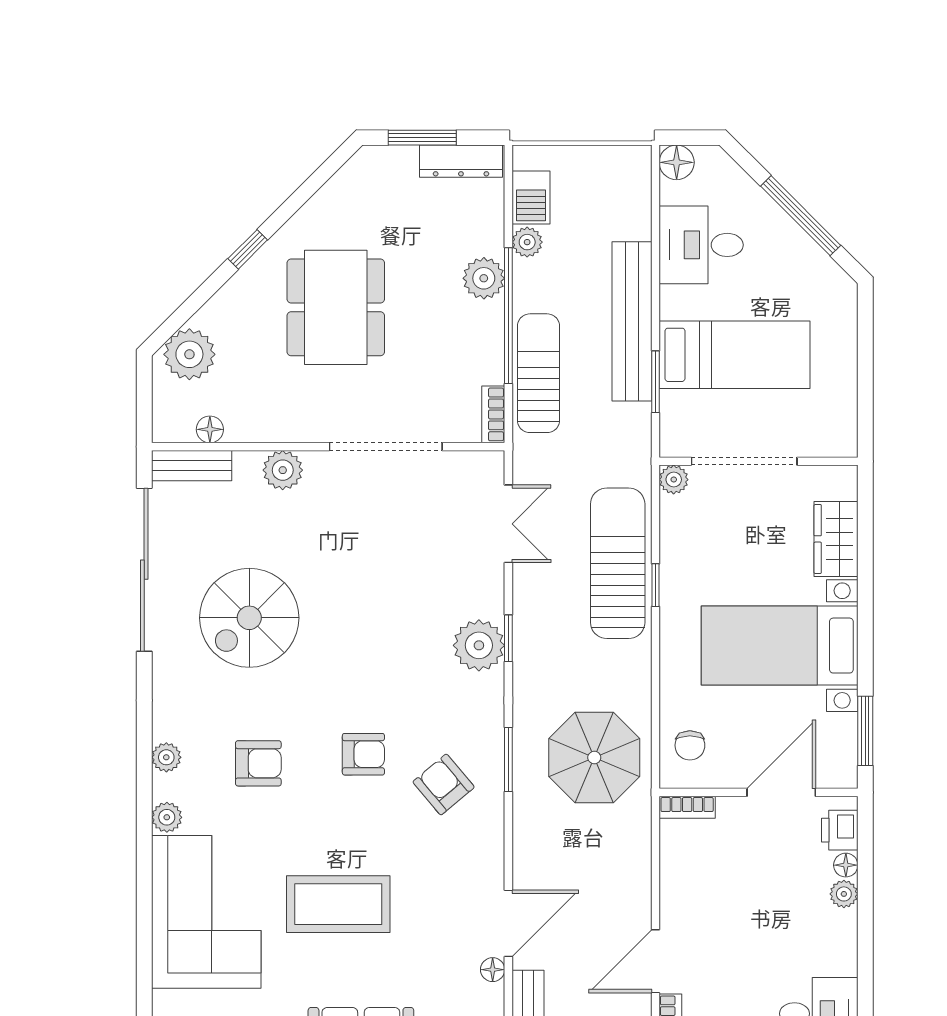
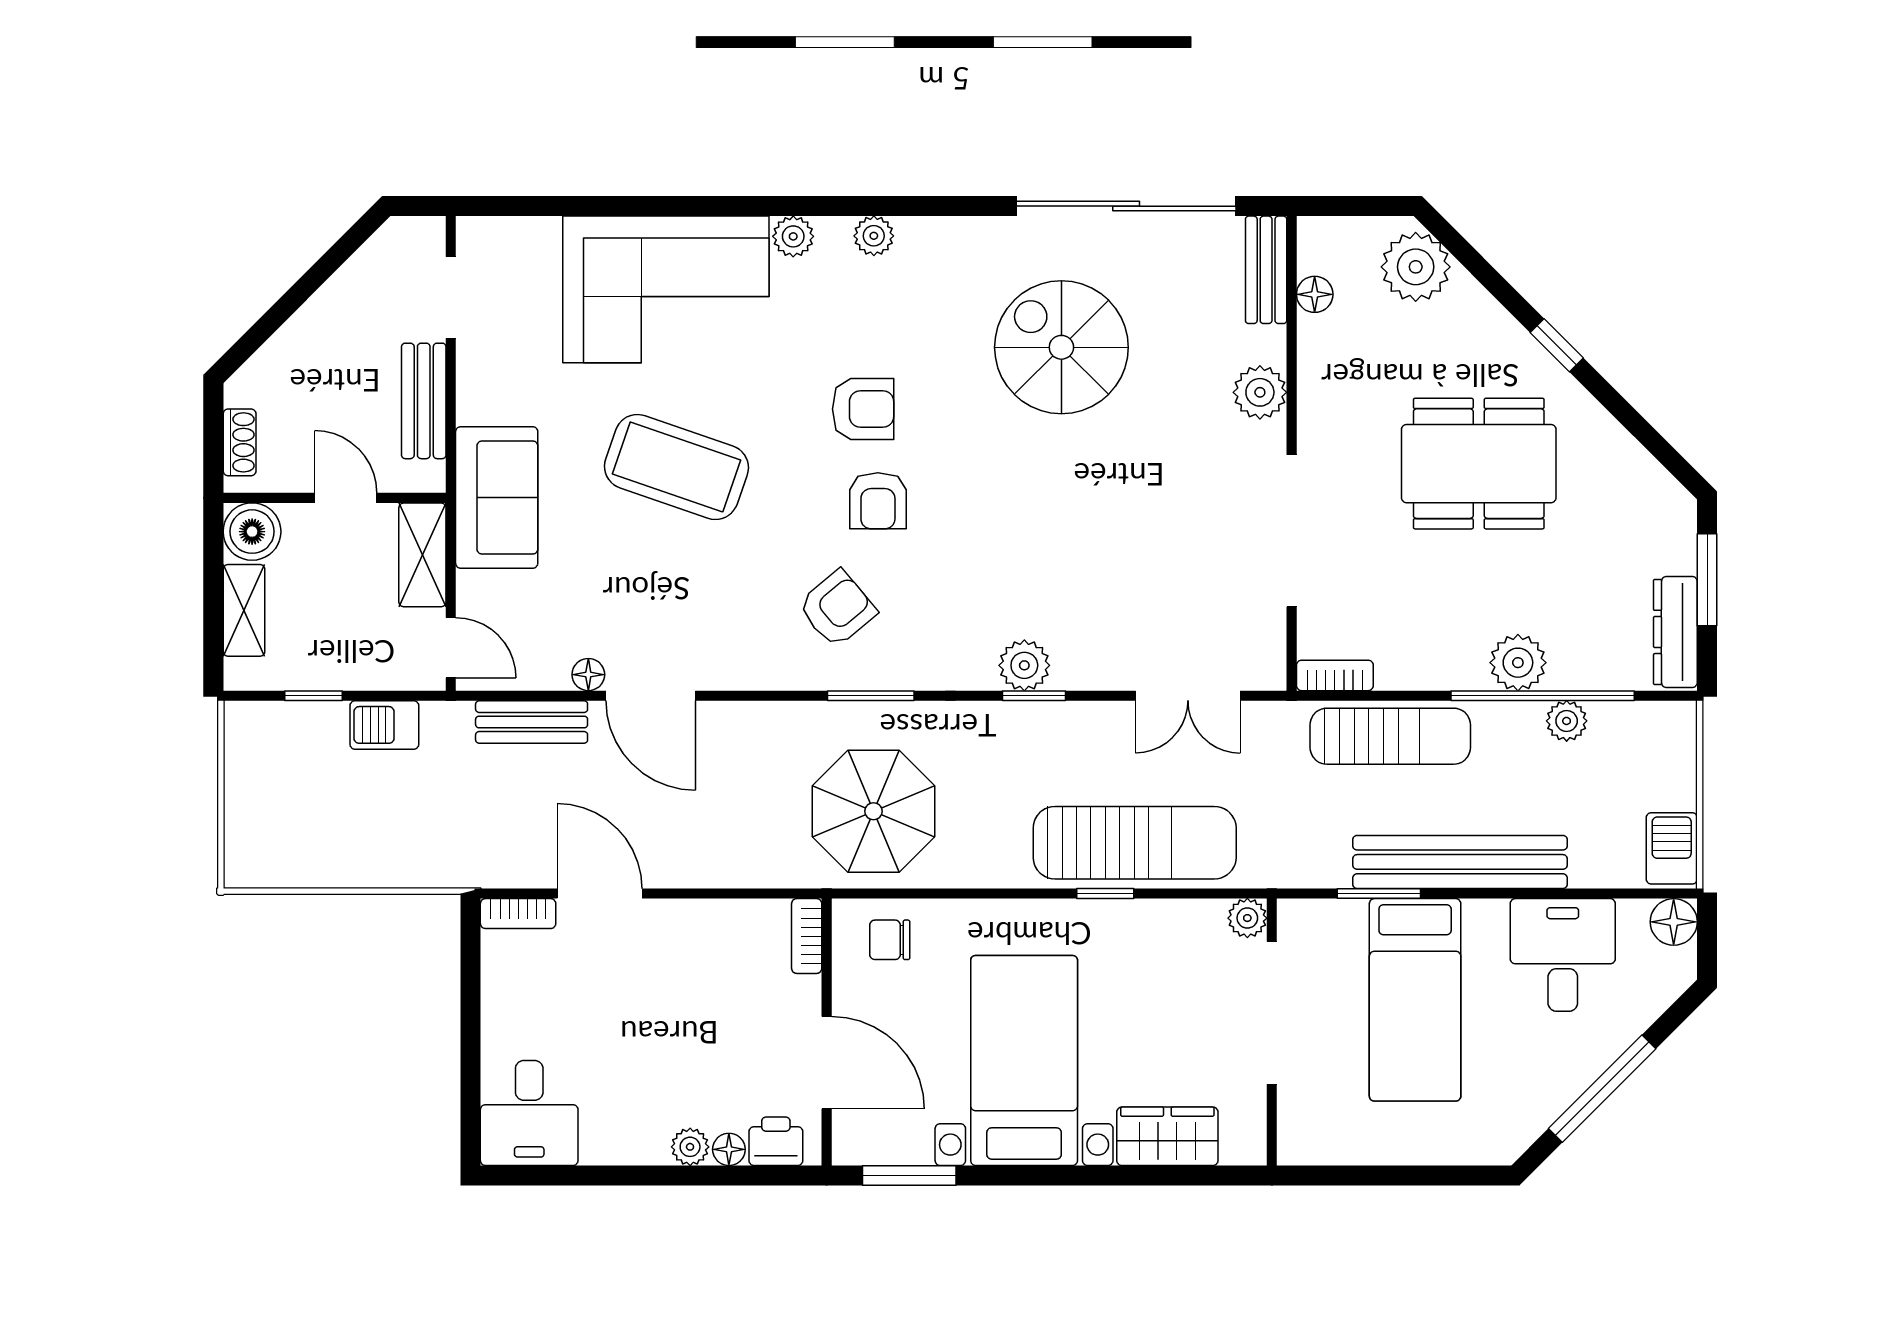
barbecue: (531, 197) -> (1672, 848), moved, turned 90
window: (508, 316) -> (1543, 696), moved
plant: (479, 645) -> (1024, 665), width x0.73, depth x0.73
armchair: (258, 763) -> (863, 409), moved, turned -90
coffee table: (338, 904) -> (676, 467), turned -71

